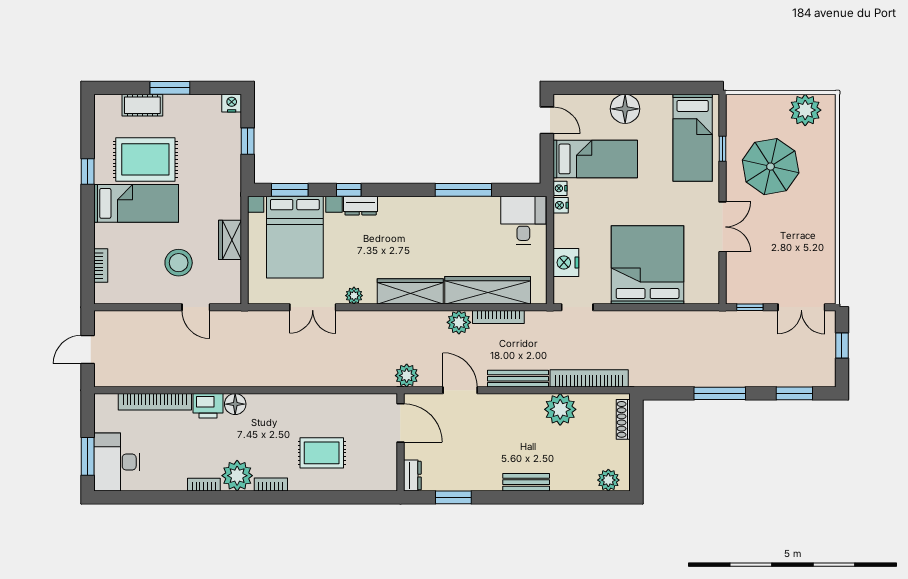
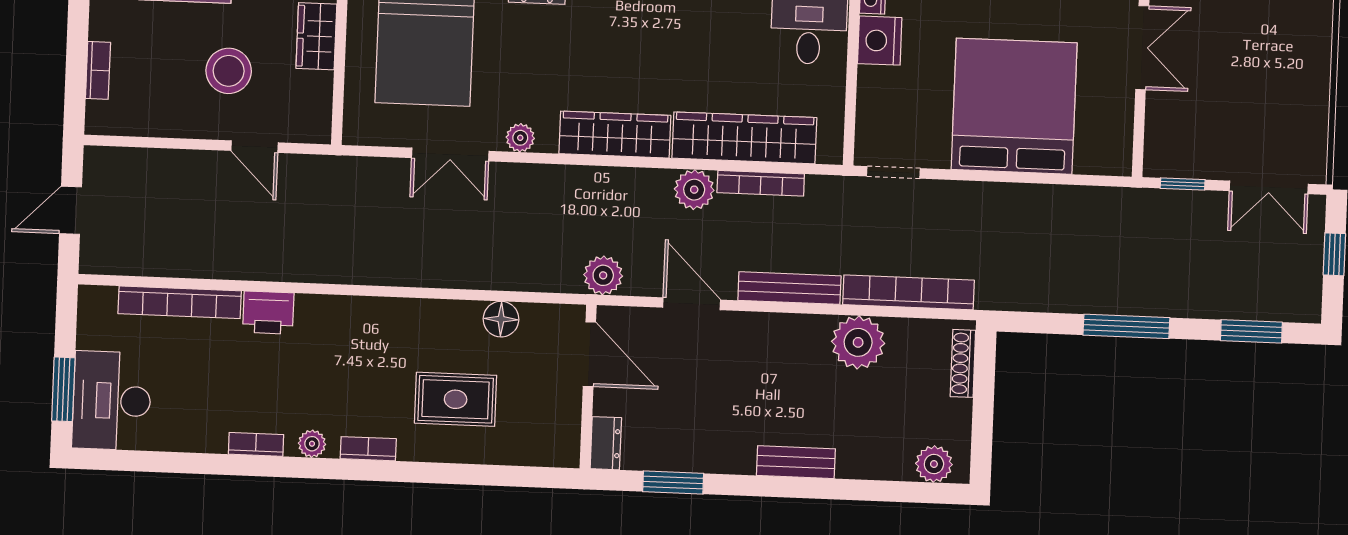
nightstand: (566, 263) -> (880, 41), moved
floor lamp: (235, 404) -> (501, 319), moved
plant: (237, 476) -> (312, 444), width x0.53, depth x0.53

